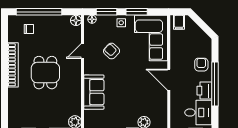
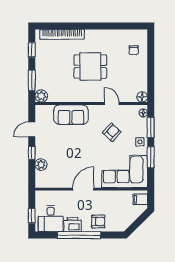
window: (39, 12) -> (151, 60), removed
bookcase: (13, 65) -> (62, 34), moved

